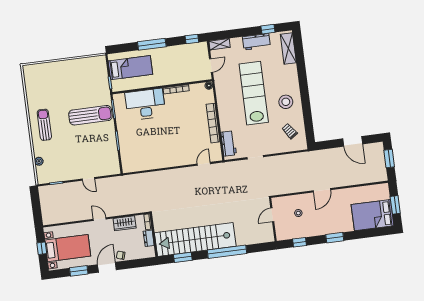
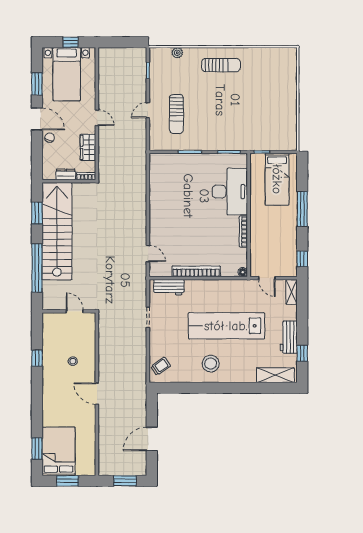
lab bench: (254, 93) -> (226, 326), turned 180
sun lounger: (90, 115) -> (176, 114), moved, width x0.73, depth x0.75
trolley: (290, 131) -> (161, 366), moved
door: (272, 215) -> (75, 311), moved
door: (100, 219) -> (97, 118), hinge flipped
wall: (273, 220) -> (69, 311), moved
window: (335, 238) -> (37, 449), moved

